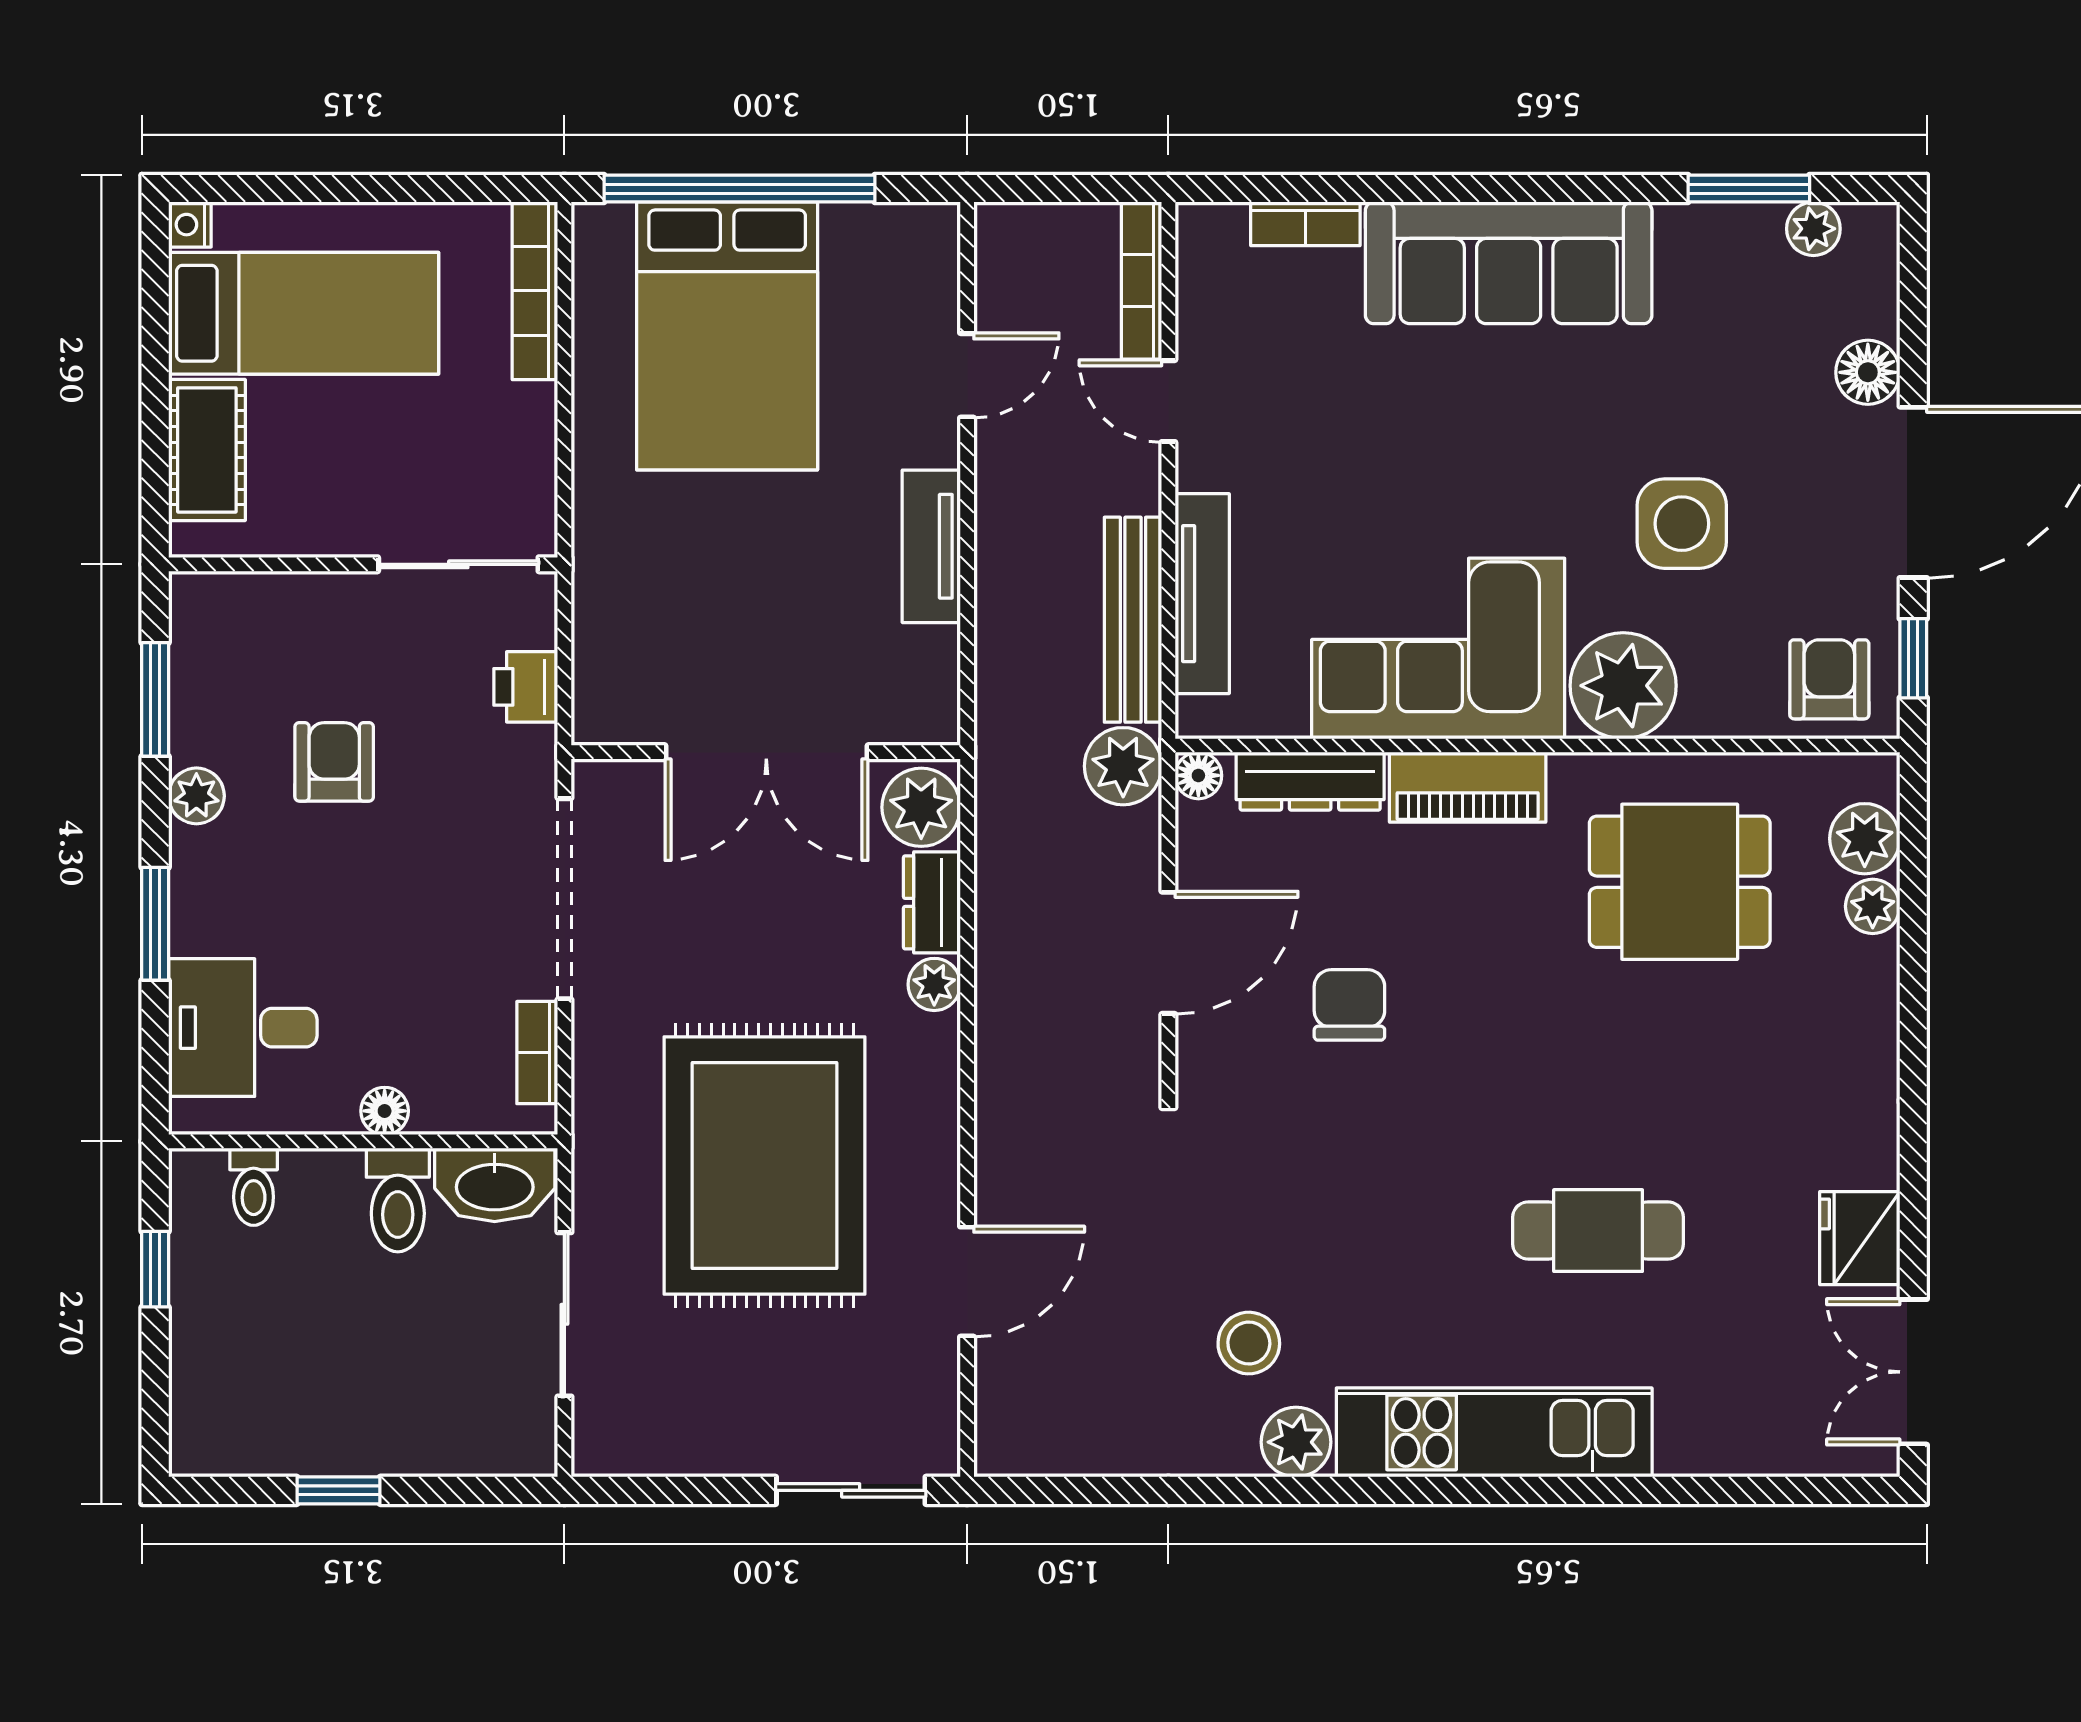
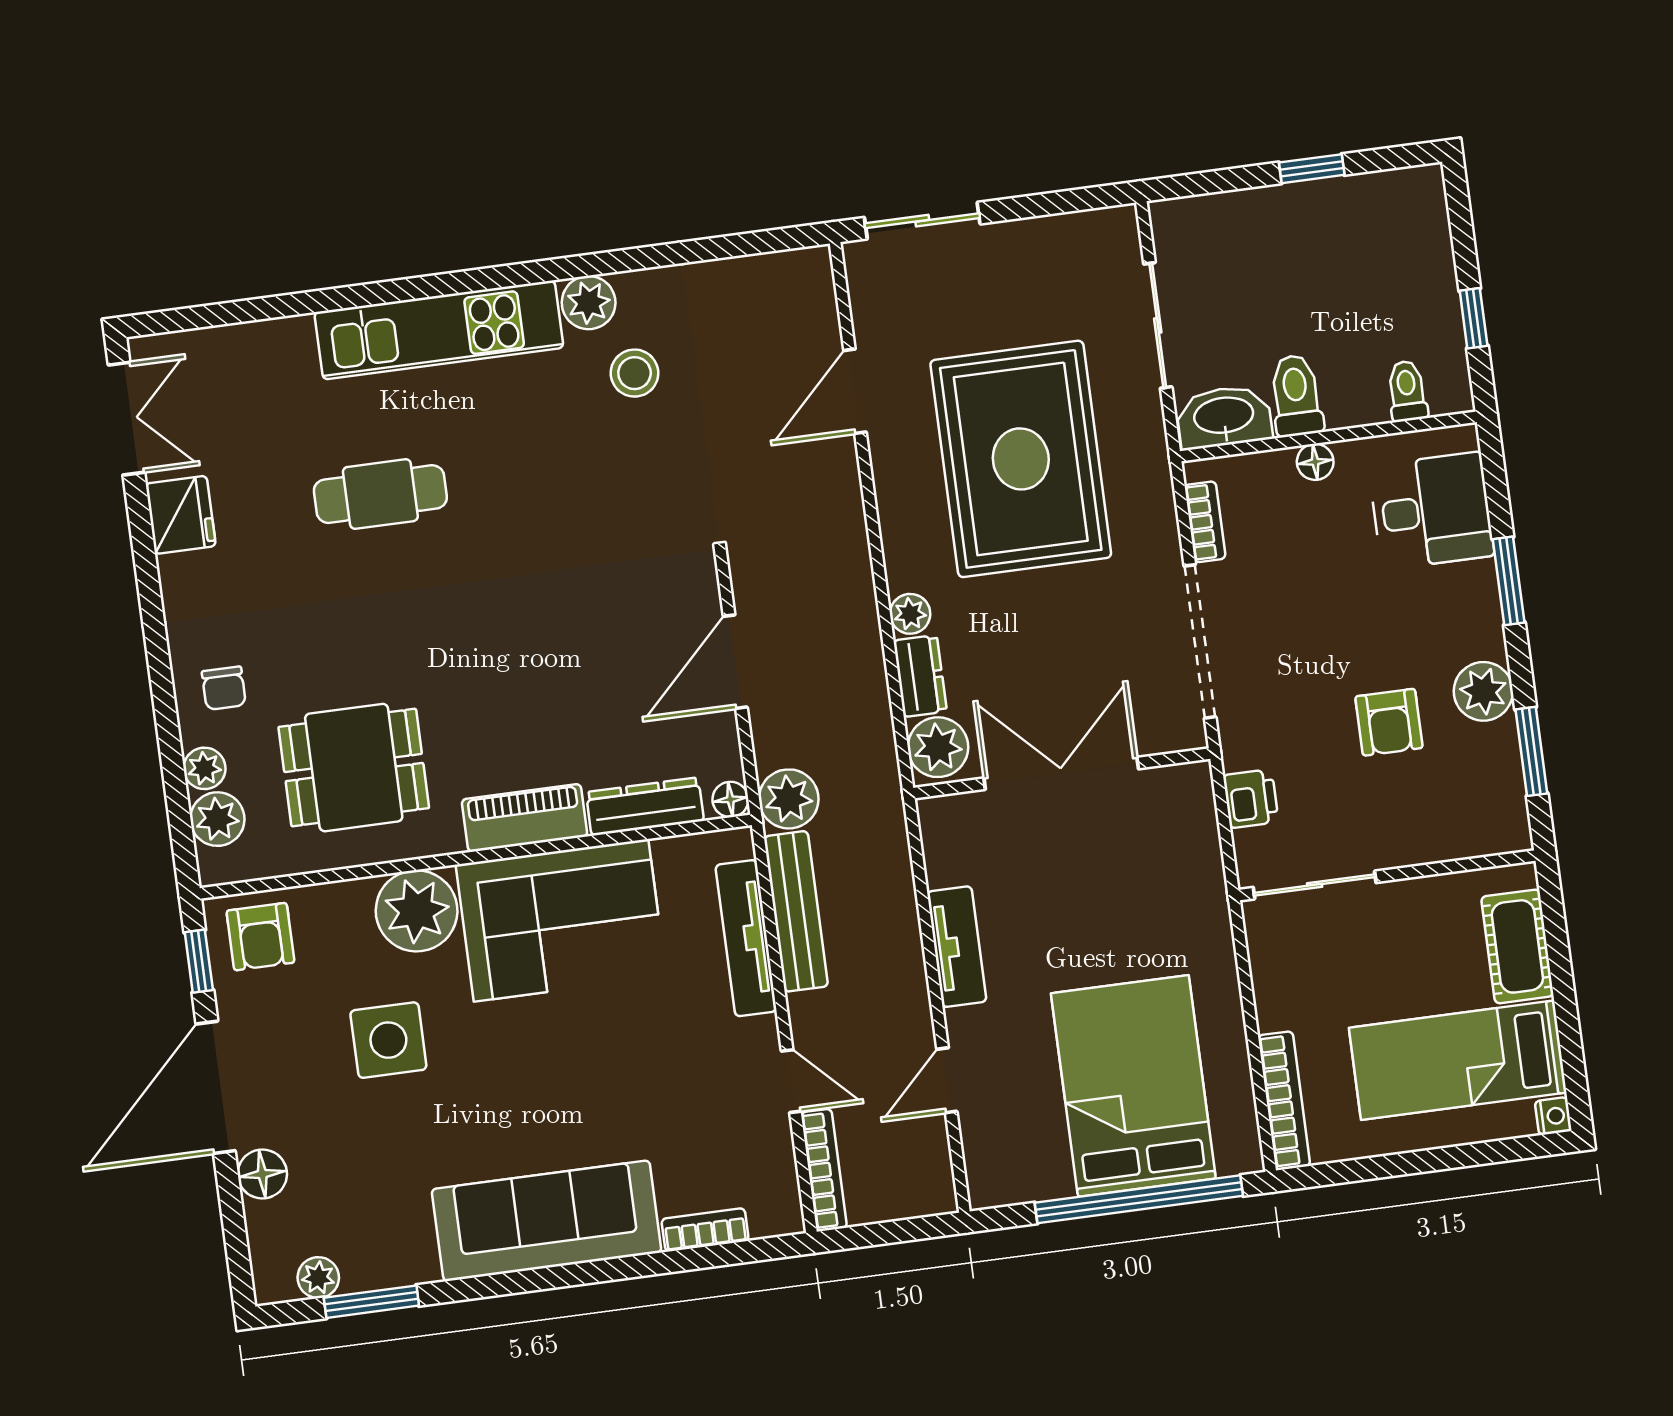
plant: (196, 796) -> (1483, 691), width x1.38, depth x1.38
chair: (1349, 1005) -> (224, 688), moved, width x0.73, depth x0.73

